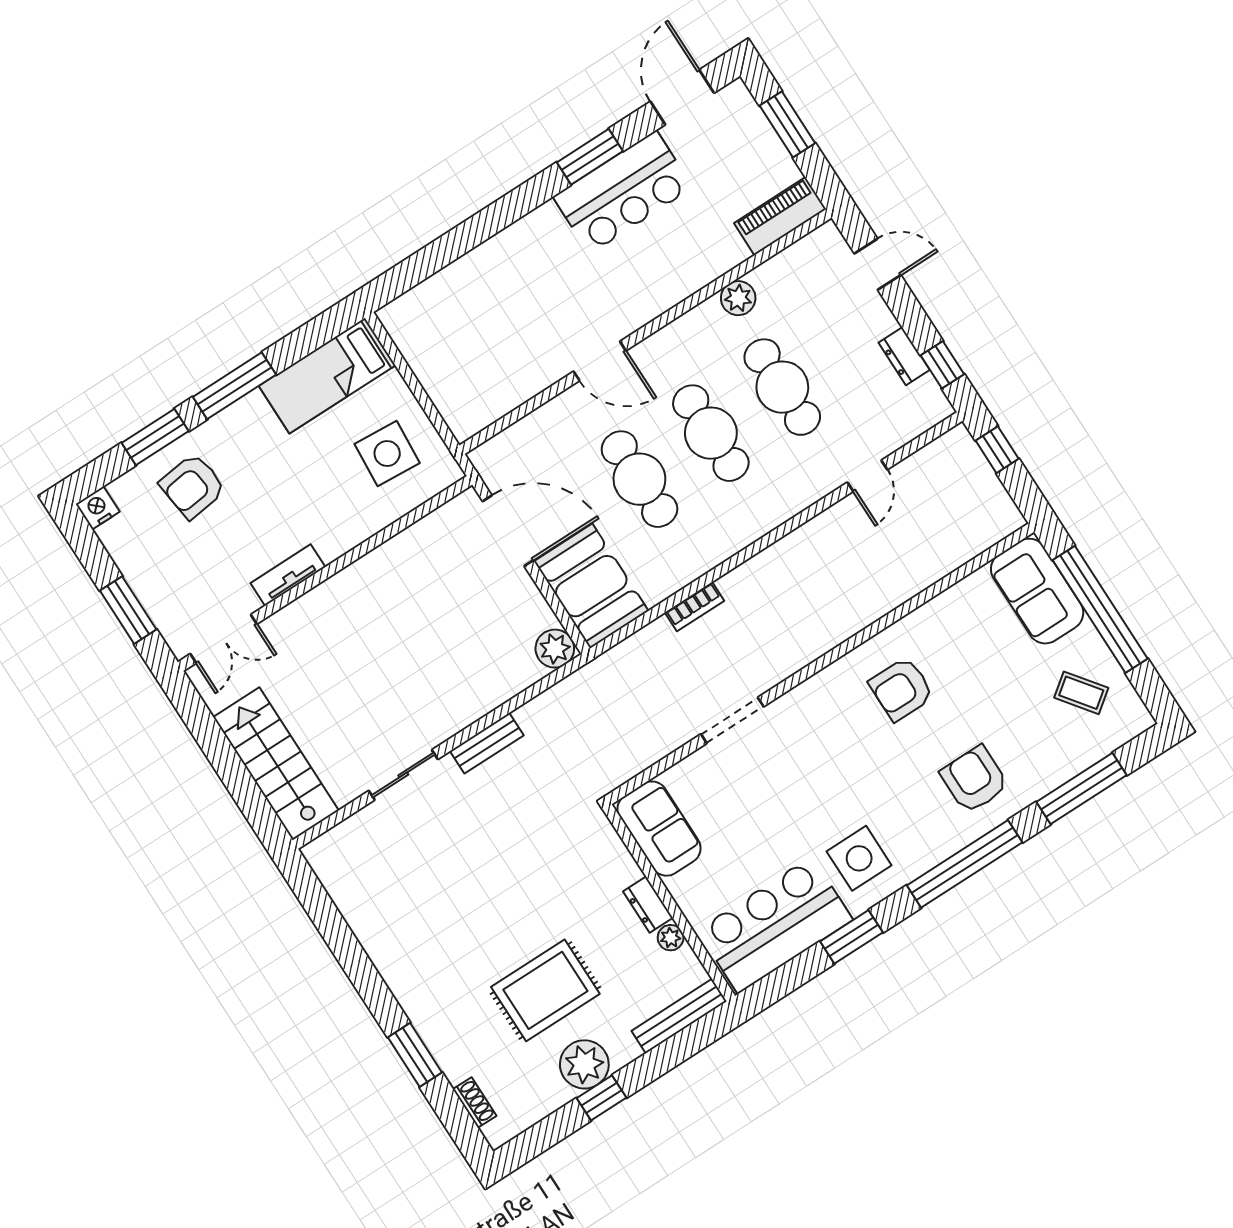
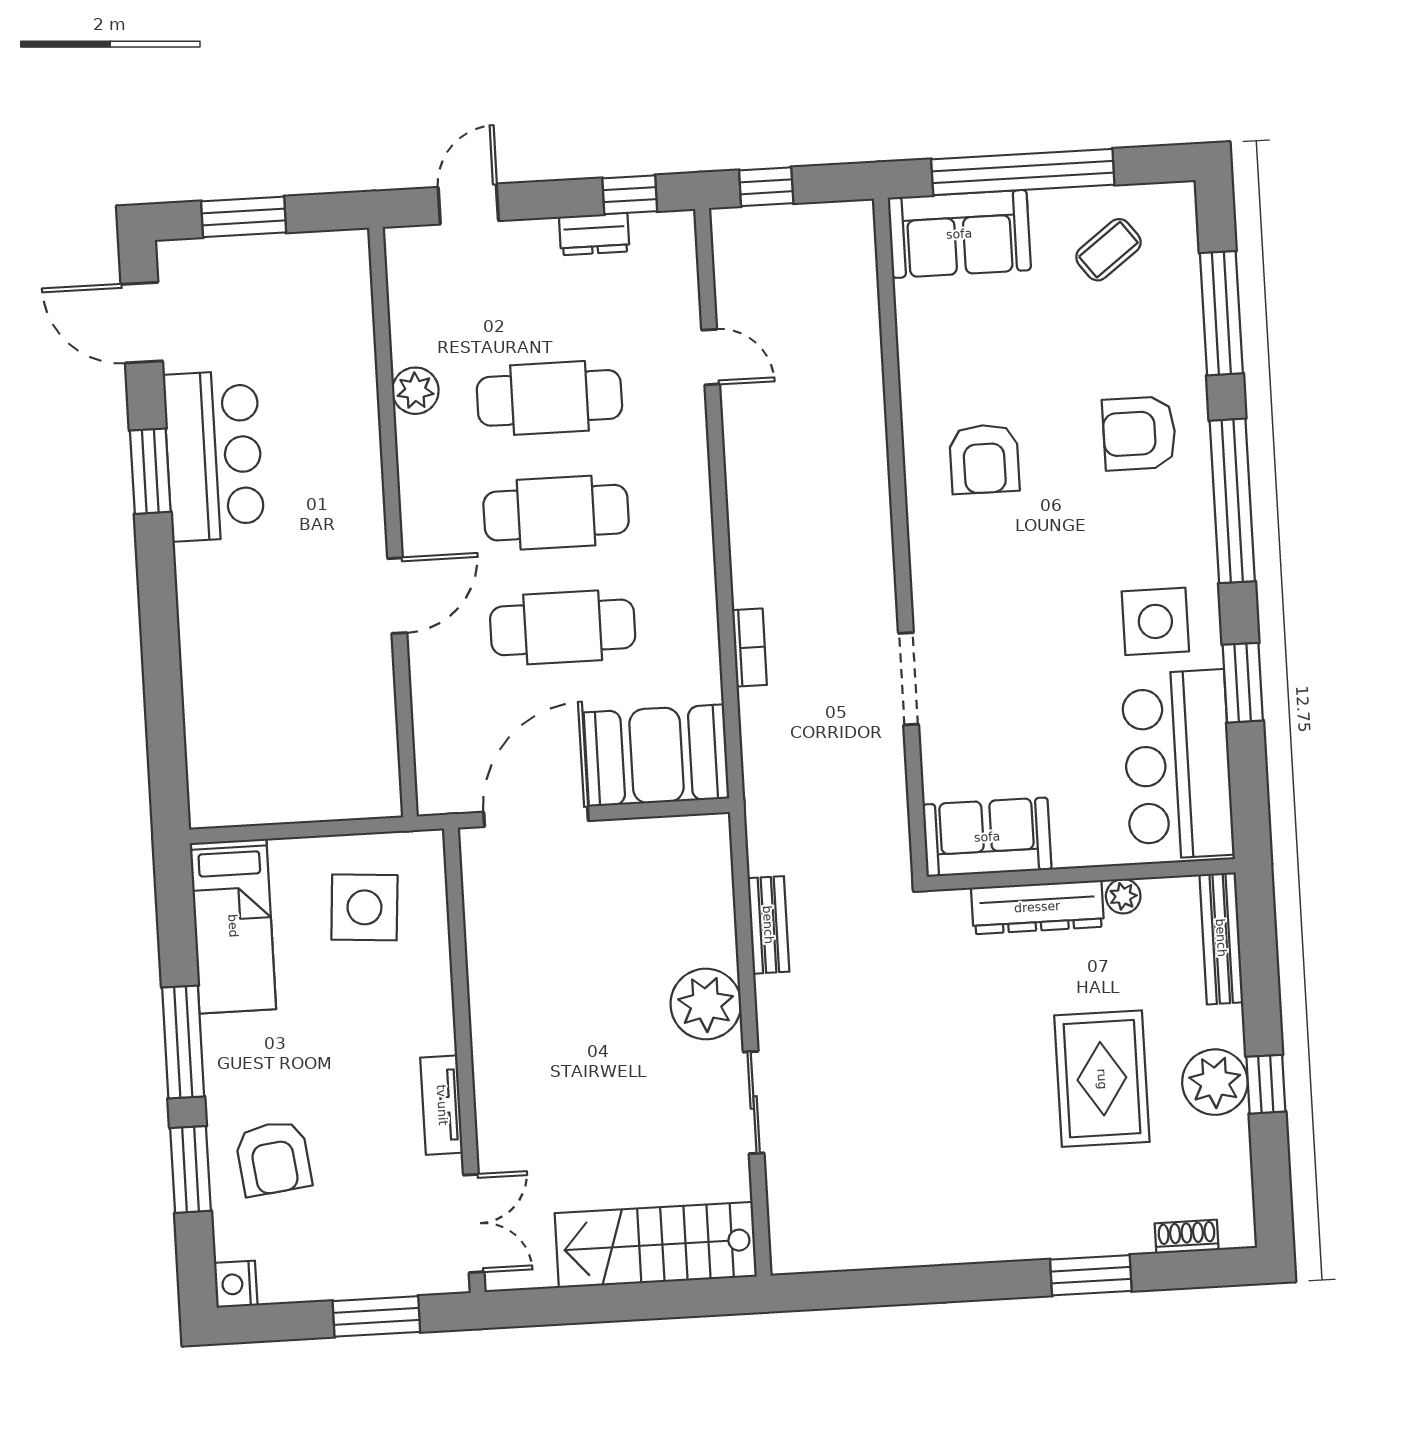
piano: (780, 216) -> (347, 287), removed
plant: (555, 649) -> (706, 1004), moved, width x1.36, depth x1.36
bench: (487, 743) -> (768, 925), moved
dresser: (648, 905) -> (1037, 907), width x1.96, depth x1.24

